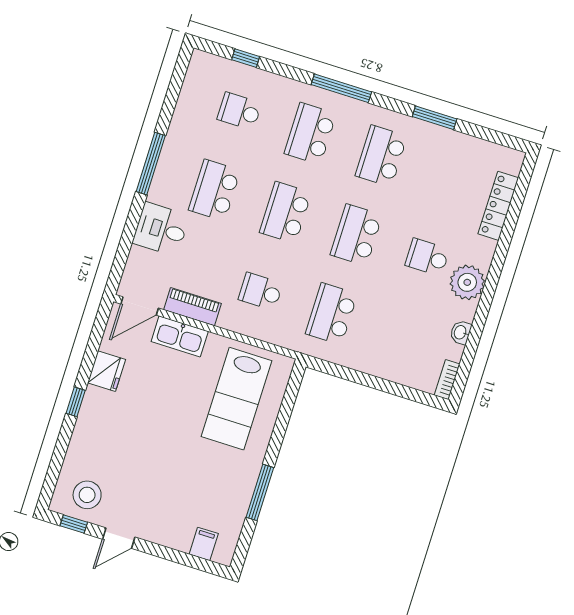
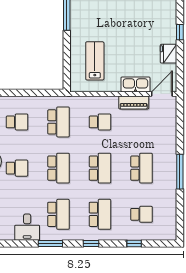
window: (246, 58) -> (134, 244), moved
window: (341, 88) -> (91, 244), width x0.46
window: (435, 118) -> (50, 244), moved
desk: (161, 229) -> (27, 227), moved, turned 90
school desk: (402, 336) -> (17, 122), added
lab bench: (237, 399) -> (95, 61), width x0.73, depth x0.72

